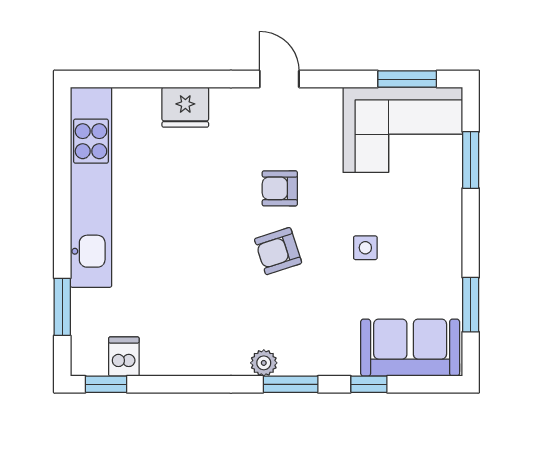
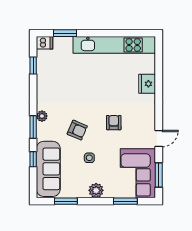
door: (279, 79) -> (159, 139), moved
plant: (445, 231) -> (96, 190), added
armchair: (278, 251) -> (77, 130), moved, turned 131
sofa: (410, 348) -> (48, 169), width x1.36
dishwasher: (124, 357) -> (45, 43), moved
window: (106, 384) -> (33, 65), moved

